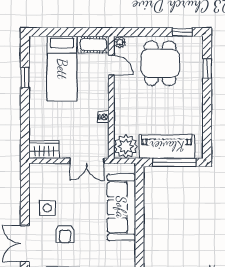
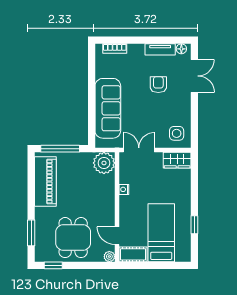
window: (207, 68) -> (31, 233), width x1.50
piano: (167, 146) -> (45, 182), moved, turned -90
side table: (47, 208) -> (177, 133), moved

